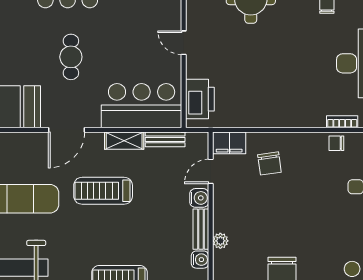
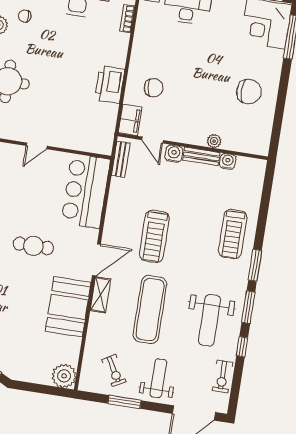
printer: (200, 99) -> (110, 84), moved, turned -90
door: (66, 130) -> (96, 260), hinge flipped
bench: (165, 139) -> (121, 159), moved
shelving: (124, 141) -> (100, 295), moved
chair: (336, 143) -> (145, 27), removed

